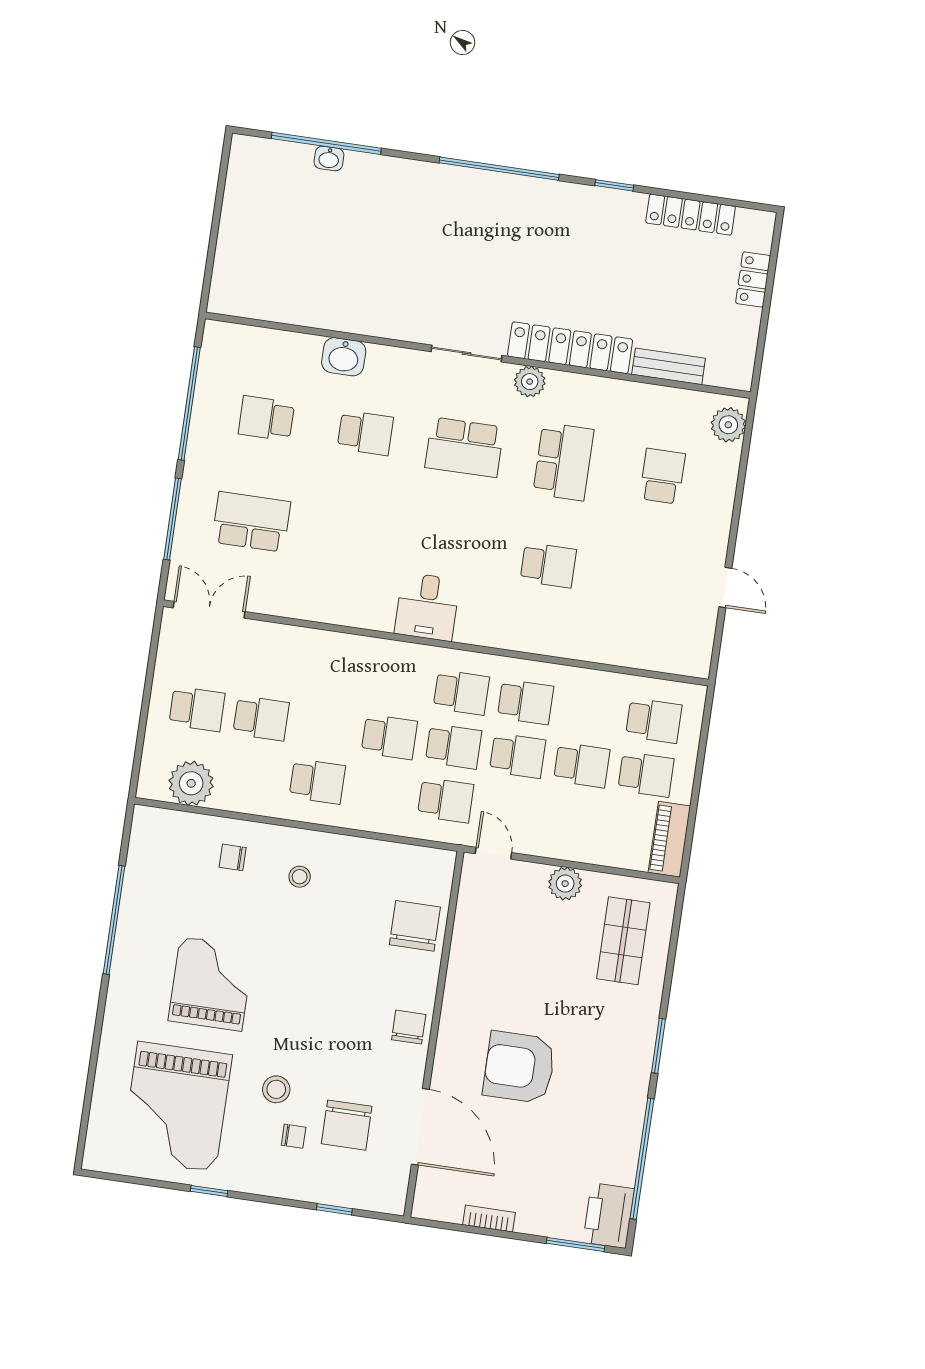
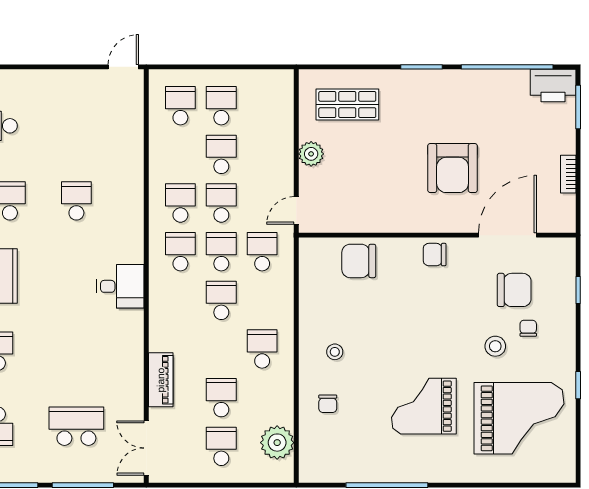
school desk: (251, 522) -> (76, 426), turned 90
door: (725, 588) -> (123, 67), moved
piano: (669, 839) -> (161, 380), moved, turned -90

